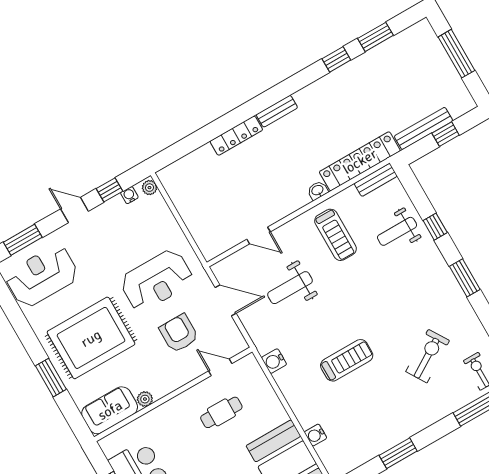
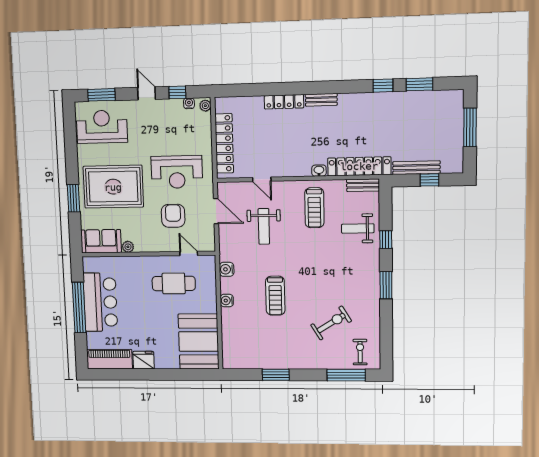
locker: (194, 218) -> (224, 143), added
weight bench: (290, 288) -> (264, 226), turned -90
treadmill: (347, 360) -> (275, 296), turned 90
cafe table: (221, 412) -> (174, 283), width x1.37, depth x1.35
water cooler: (315, 435) -> (227, 301), moved

